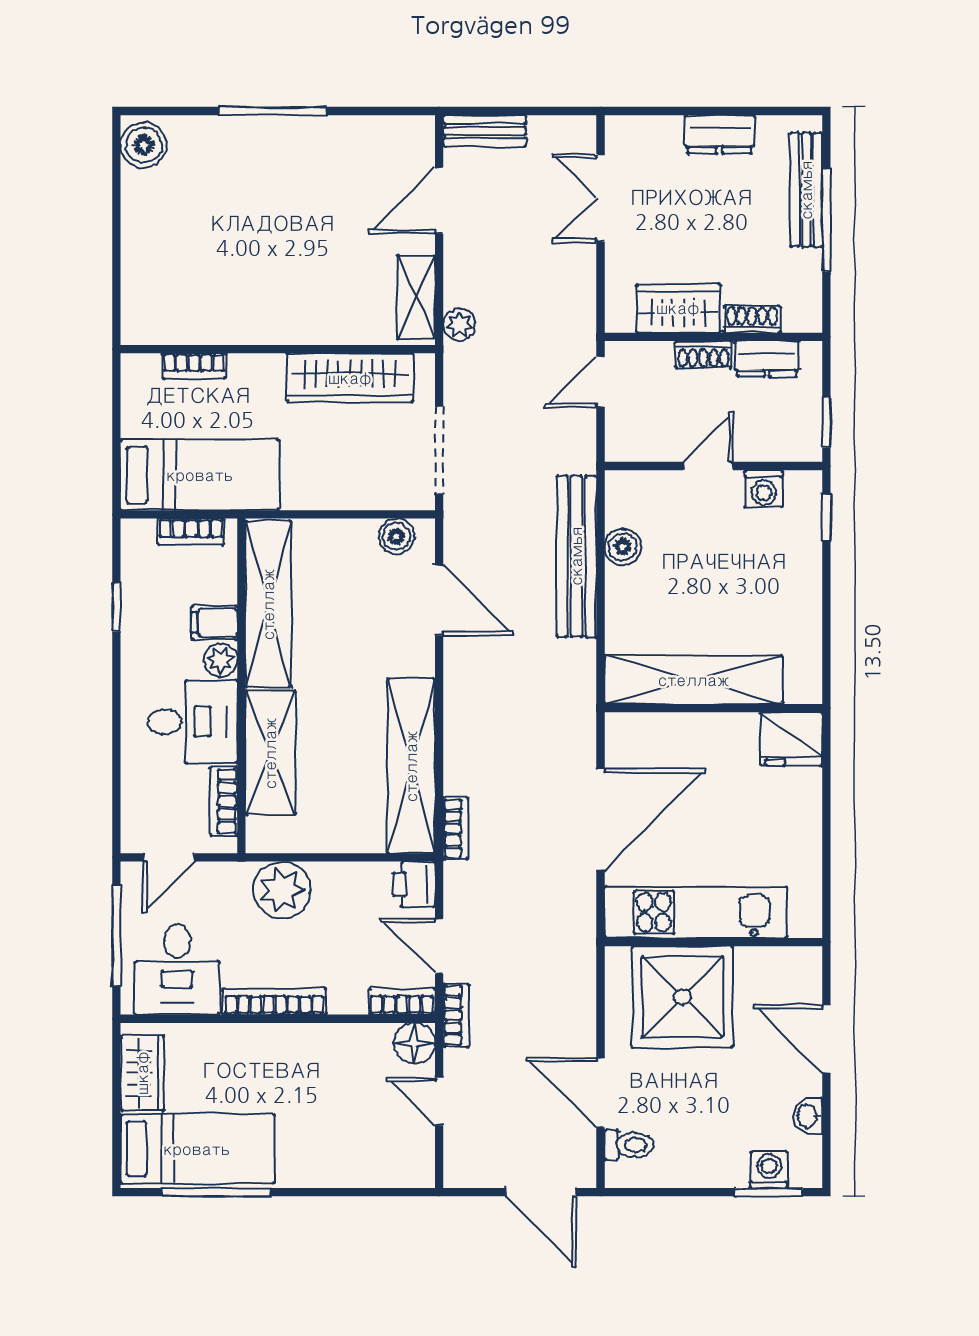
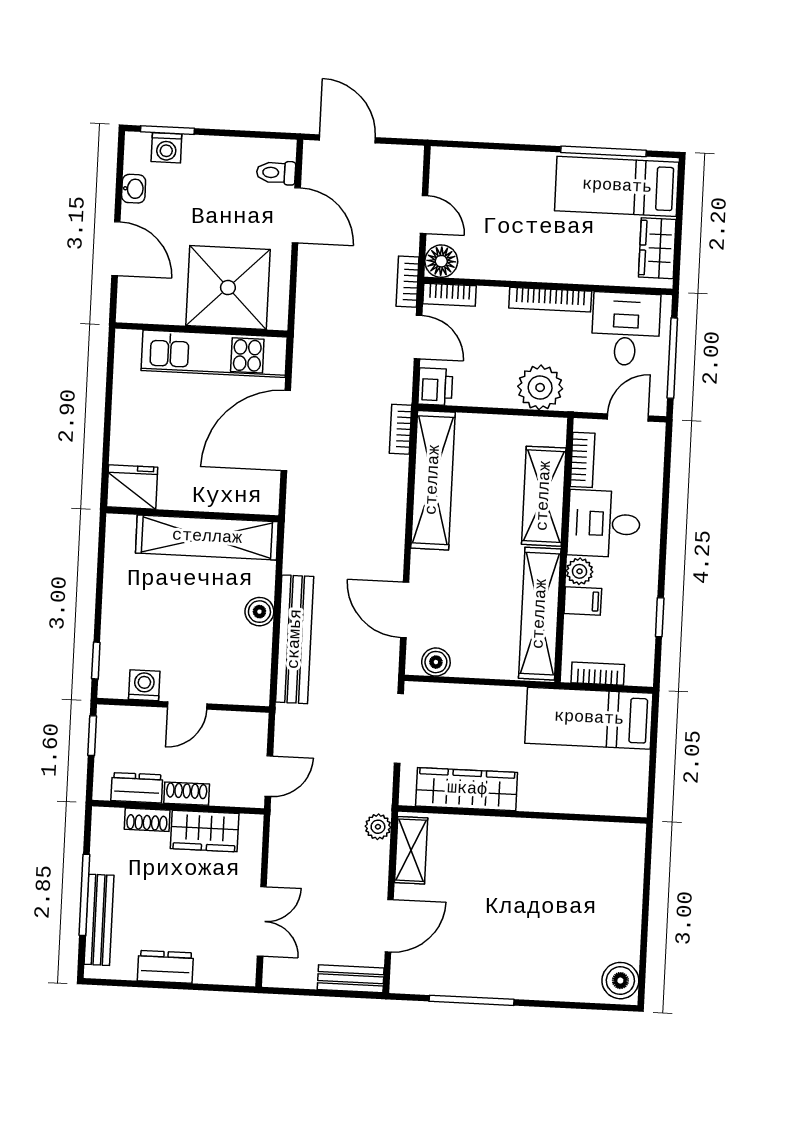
window: (272, 111) -> (472, 1000), moved
bookcase: (194, 366) -> (589, 804), removed
boiler: (623, 547) -> (259, 612), moved

